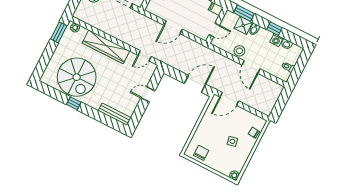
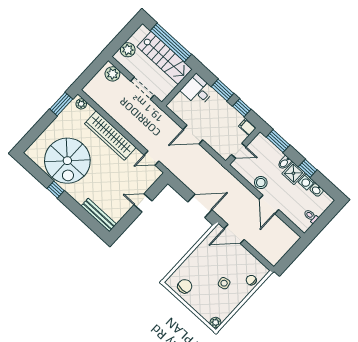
shower: (243, 25) -> (293, 173), moved

